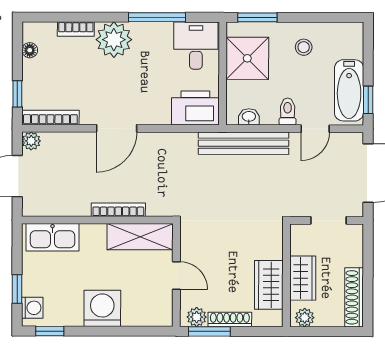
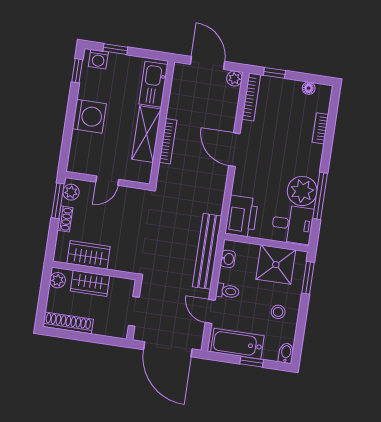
bidet: (352, 30) -> (286, 353), added
plant: (114, 40) -> (302, 191), moved
window: (368, 100) -> (252, 362), moved
shelving: (140, 237) -> (146, 134), moved
shoe rack: (230, 319) -> (65, 219), width x0.70

